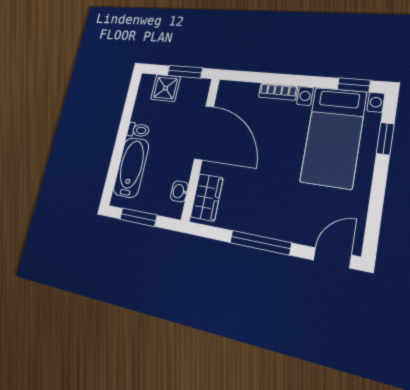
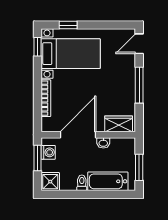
washing machine: (189, 87) -> (48, 152), added
shower: (166, 88) -> (50, 182), moved
bookcase: (278, 92) -> (46, 98), width x1.56
washbasin: (179, 191) -> (103, 143), moved
door: (332, 258) -> (139, 44), hinge flipped

